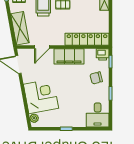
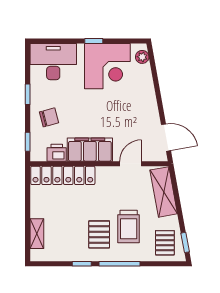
printer: (103, 54) -> (57, 153), moved
corner desk: (41, 96) -> (107, 66), moved, turned -80
desk: (98, 115) -> (53, 62), width x1.37

